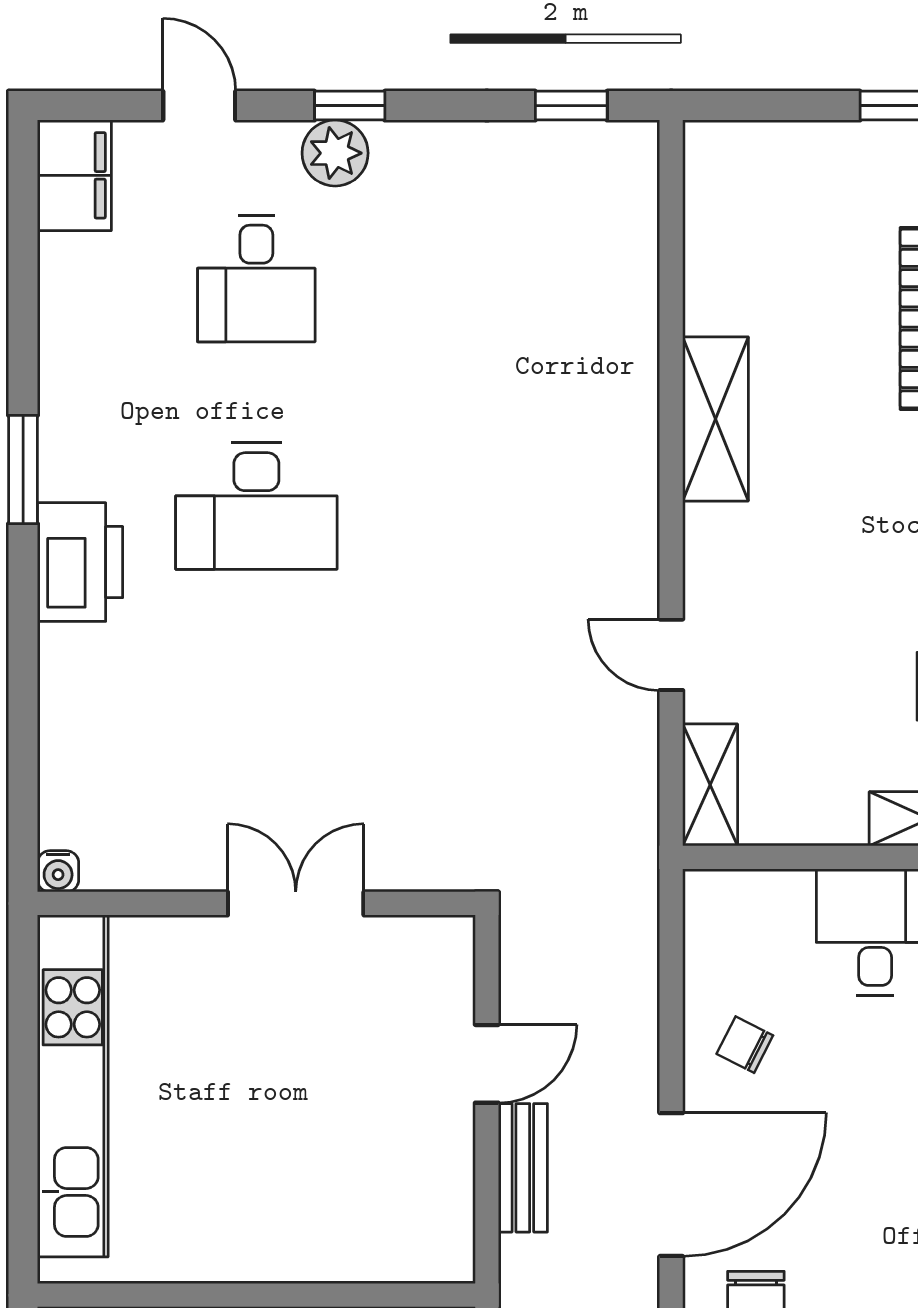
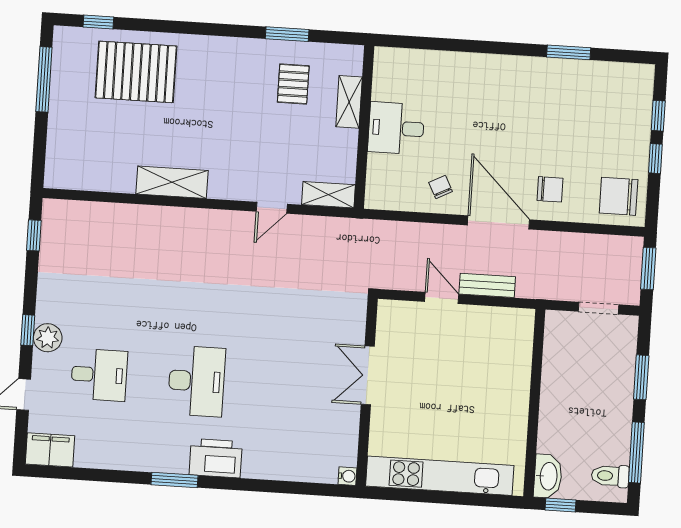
chair: (745, 1045) -> (441, 187), turned 126

